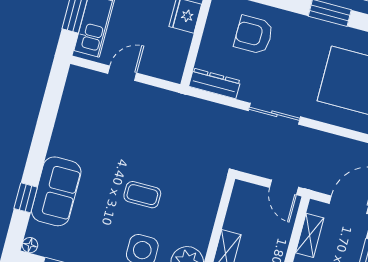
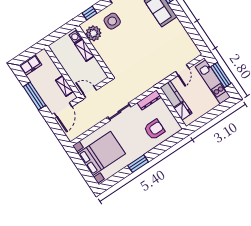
kitchen counter: (175, 56) -> (172, 94), added
coffee table: (142, 195) -> (132, 39), removed

